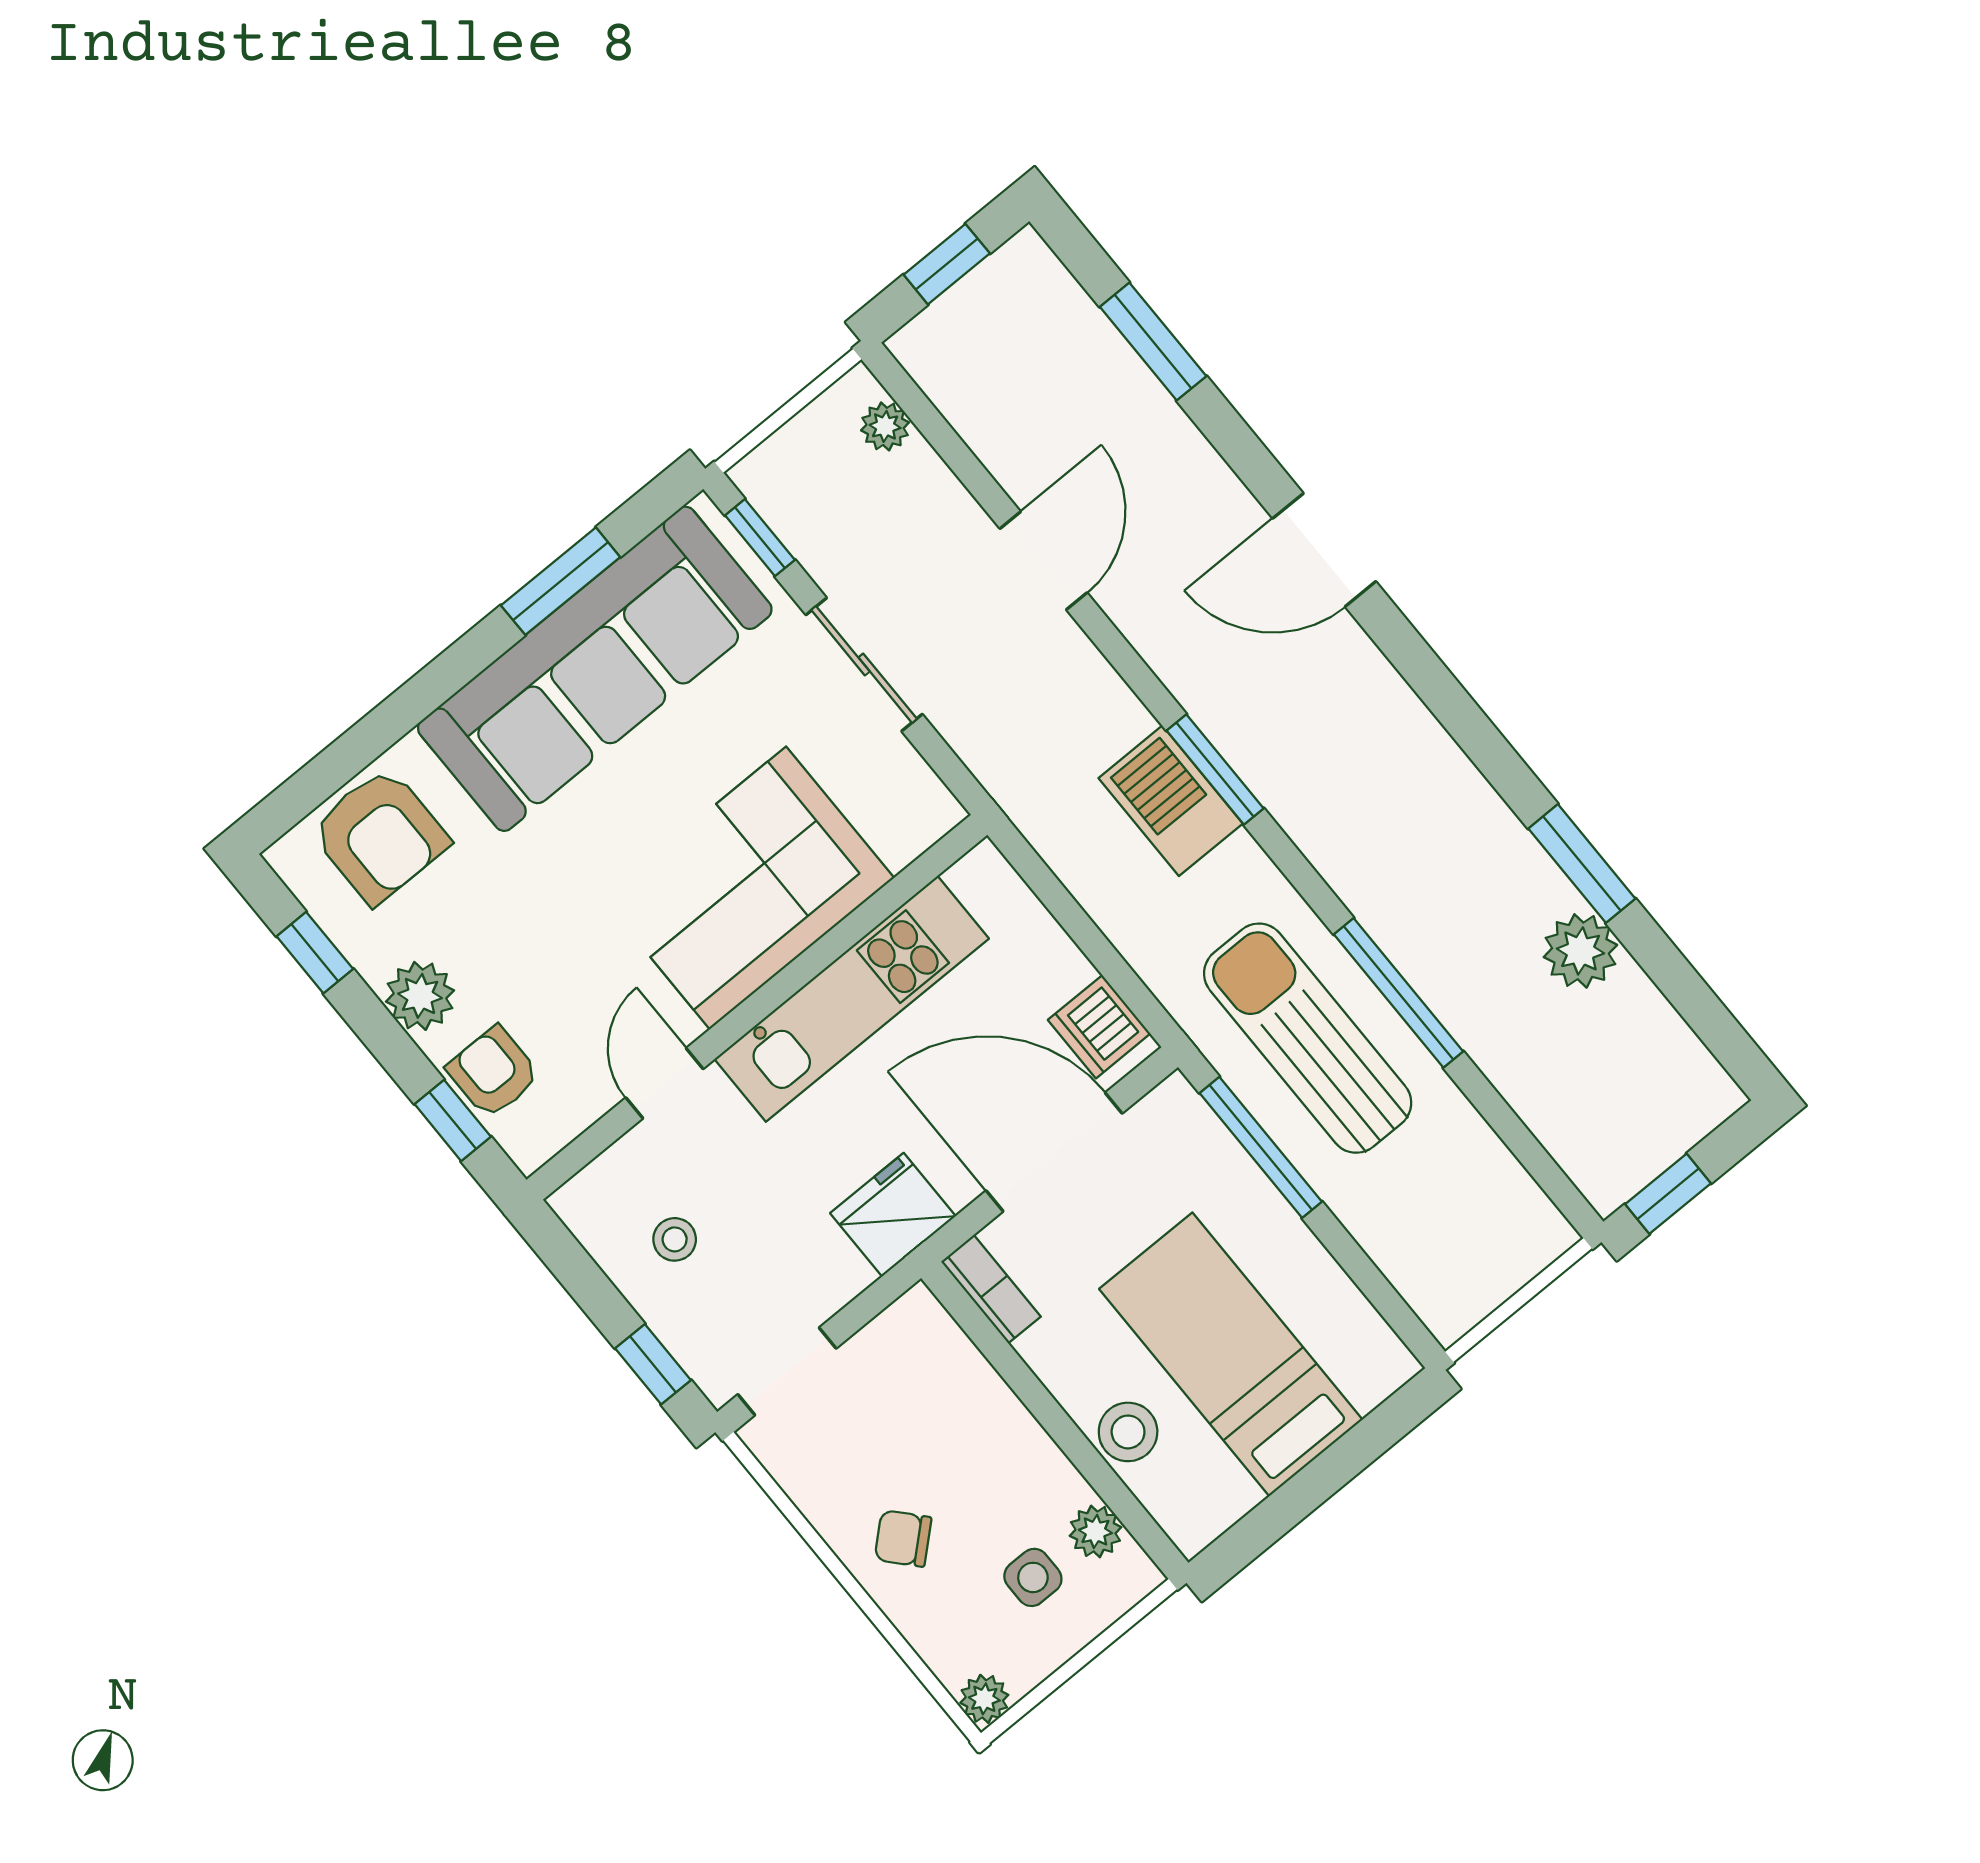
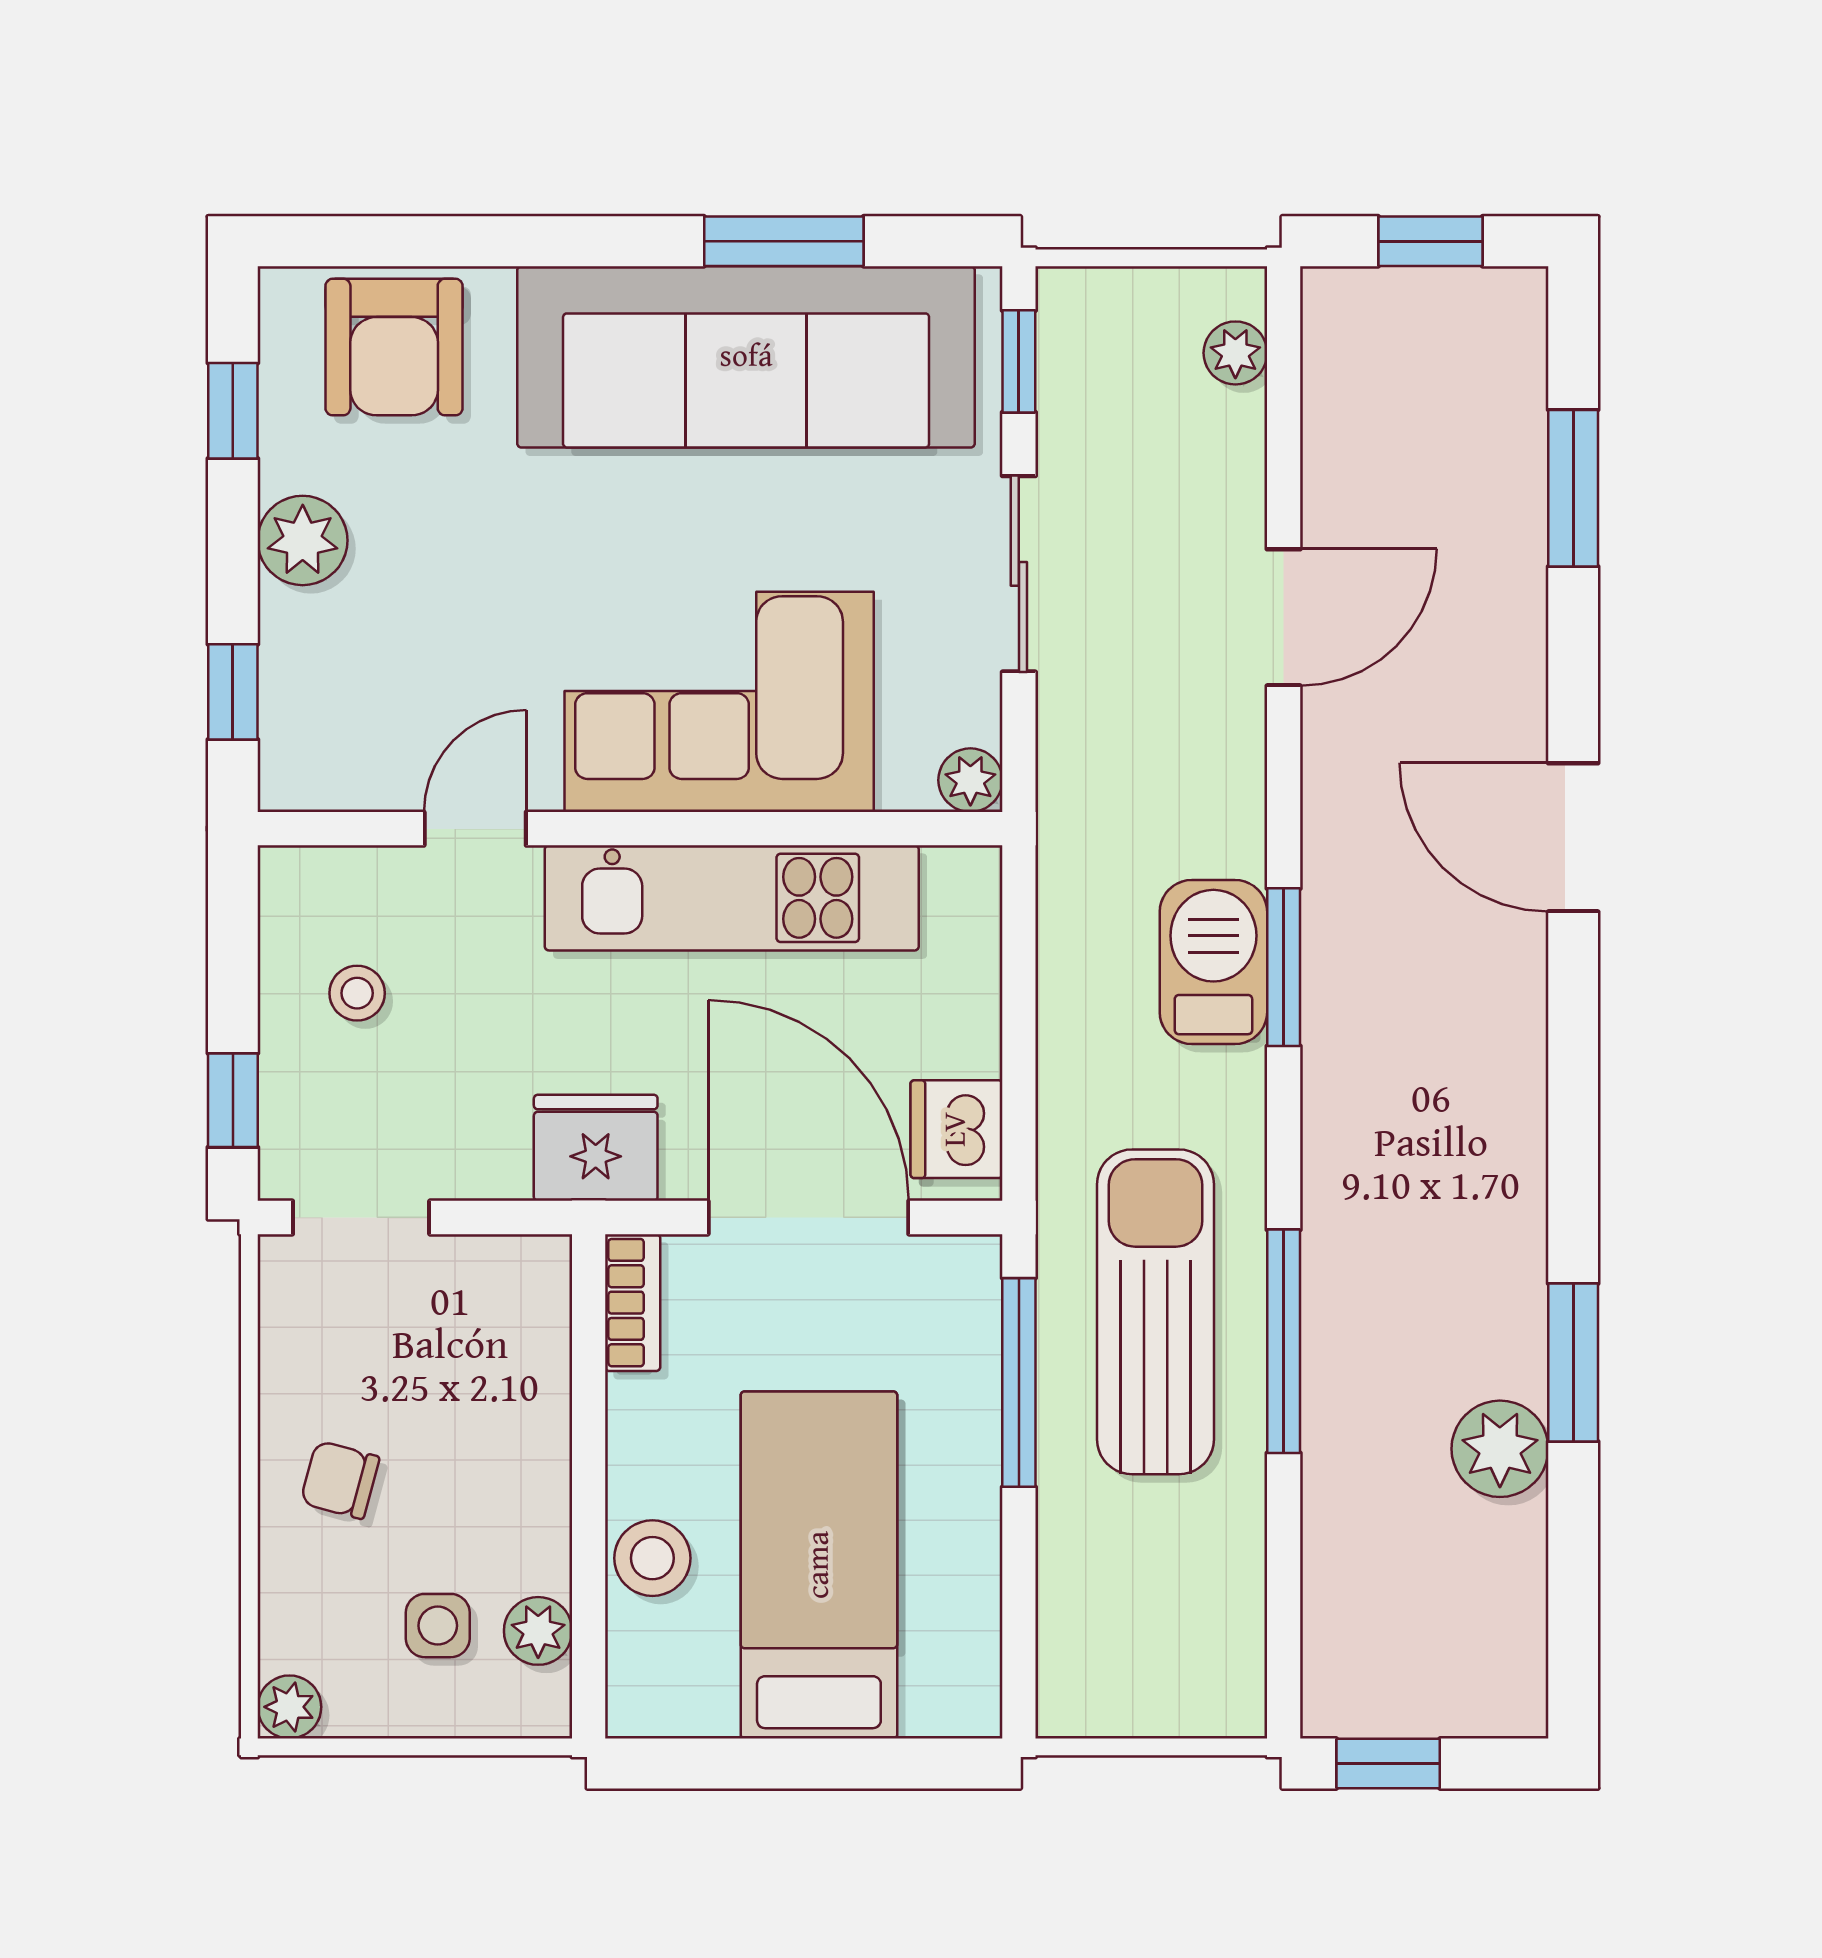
plant: (936, 811) -> (970, 780), added
armchair: (493, 1072) -> (313, 677), removed
chair: (903, 1538) -> (340, 1480), turned -33

